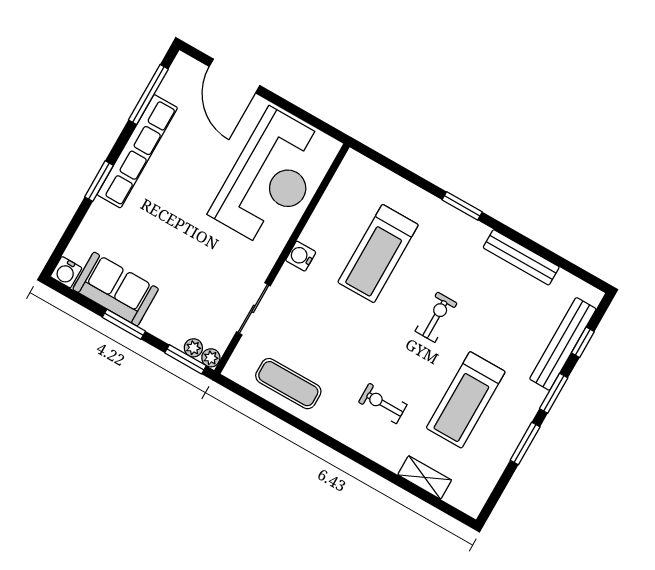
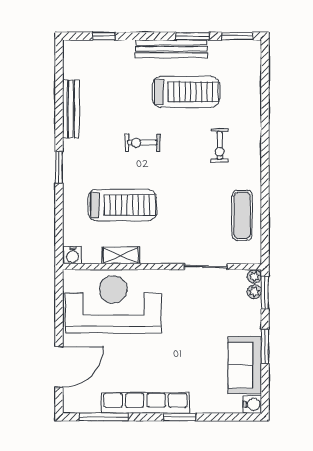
water cooler: (301, 256) -> (73, 255), moved
bench: (563, 344) -> (171, 49), moved
window: (554, 393) -> (237, 36), moved
shelving: (425, 477) -> (121, 255), moved, turned 90

